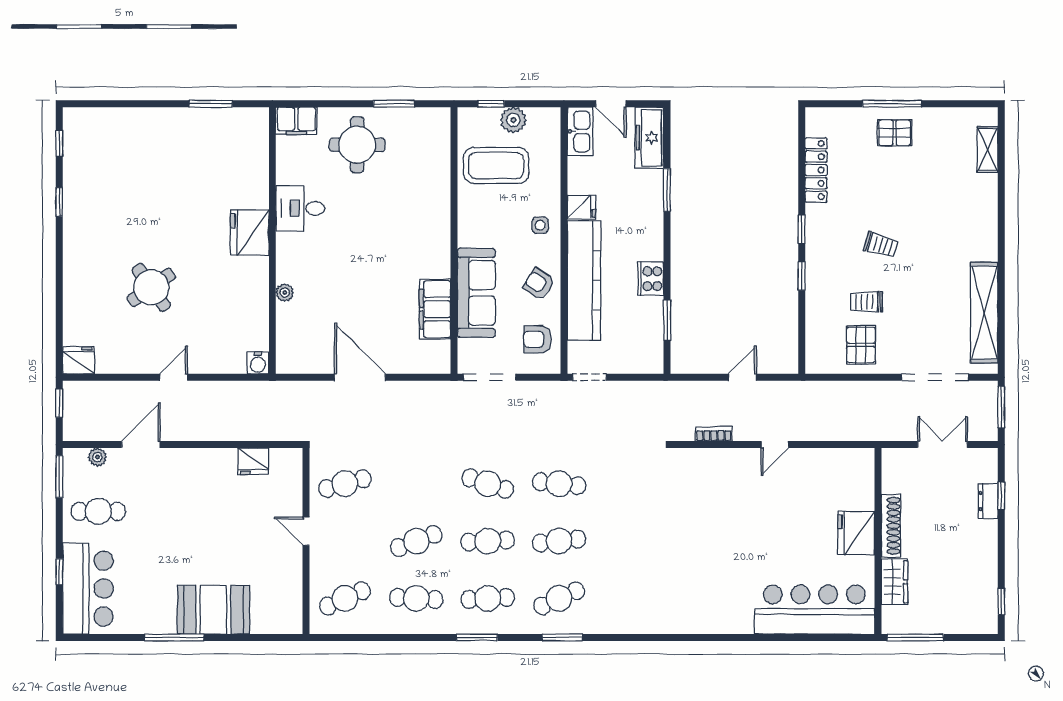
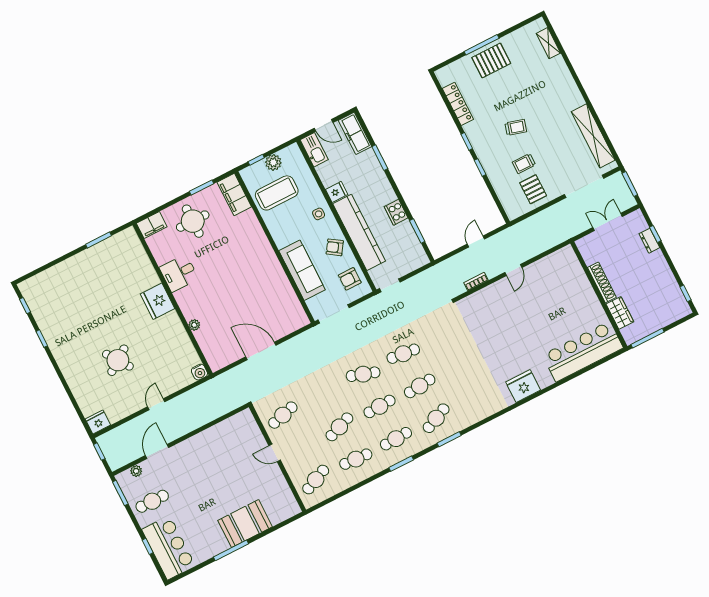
pallet: (895, 133) -> (491, 60), width x1.50, depth x1.42
filing cabinet: (435, 309) -> (234, 195), moved
fridge: (253, 461) -> (225, 429), removed
fridge: (856, 533) -> (523, 386), moved, turned 90

